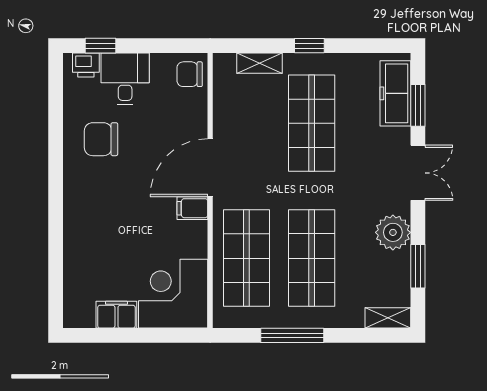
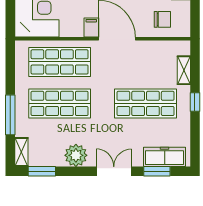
chair: (190, 74) -> (162, 19), moved, turned 90
double door: (418, 173) -> (114, 171), swing flipped
window: (418, 266) -> (42, 171), moved
window: (292, 335) -> (10, 115), moved

